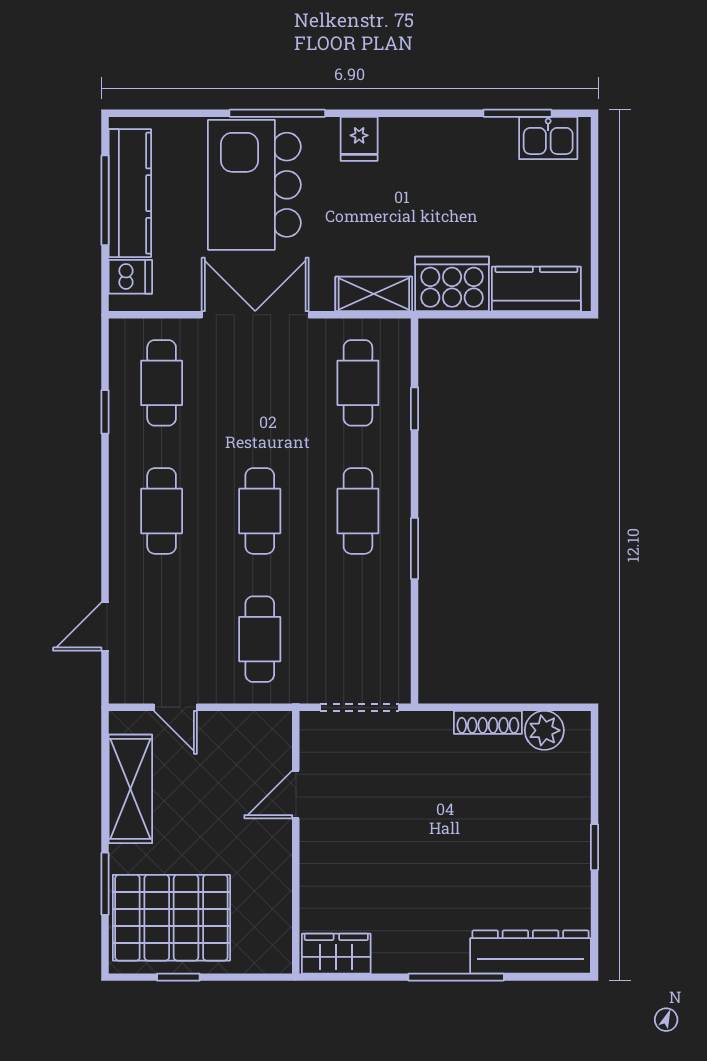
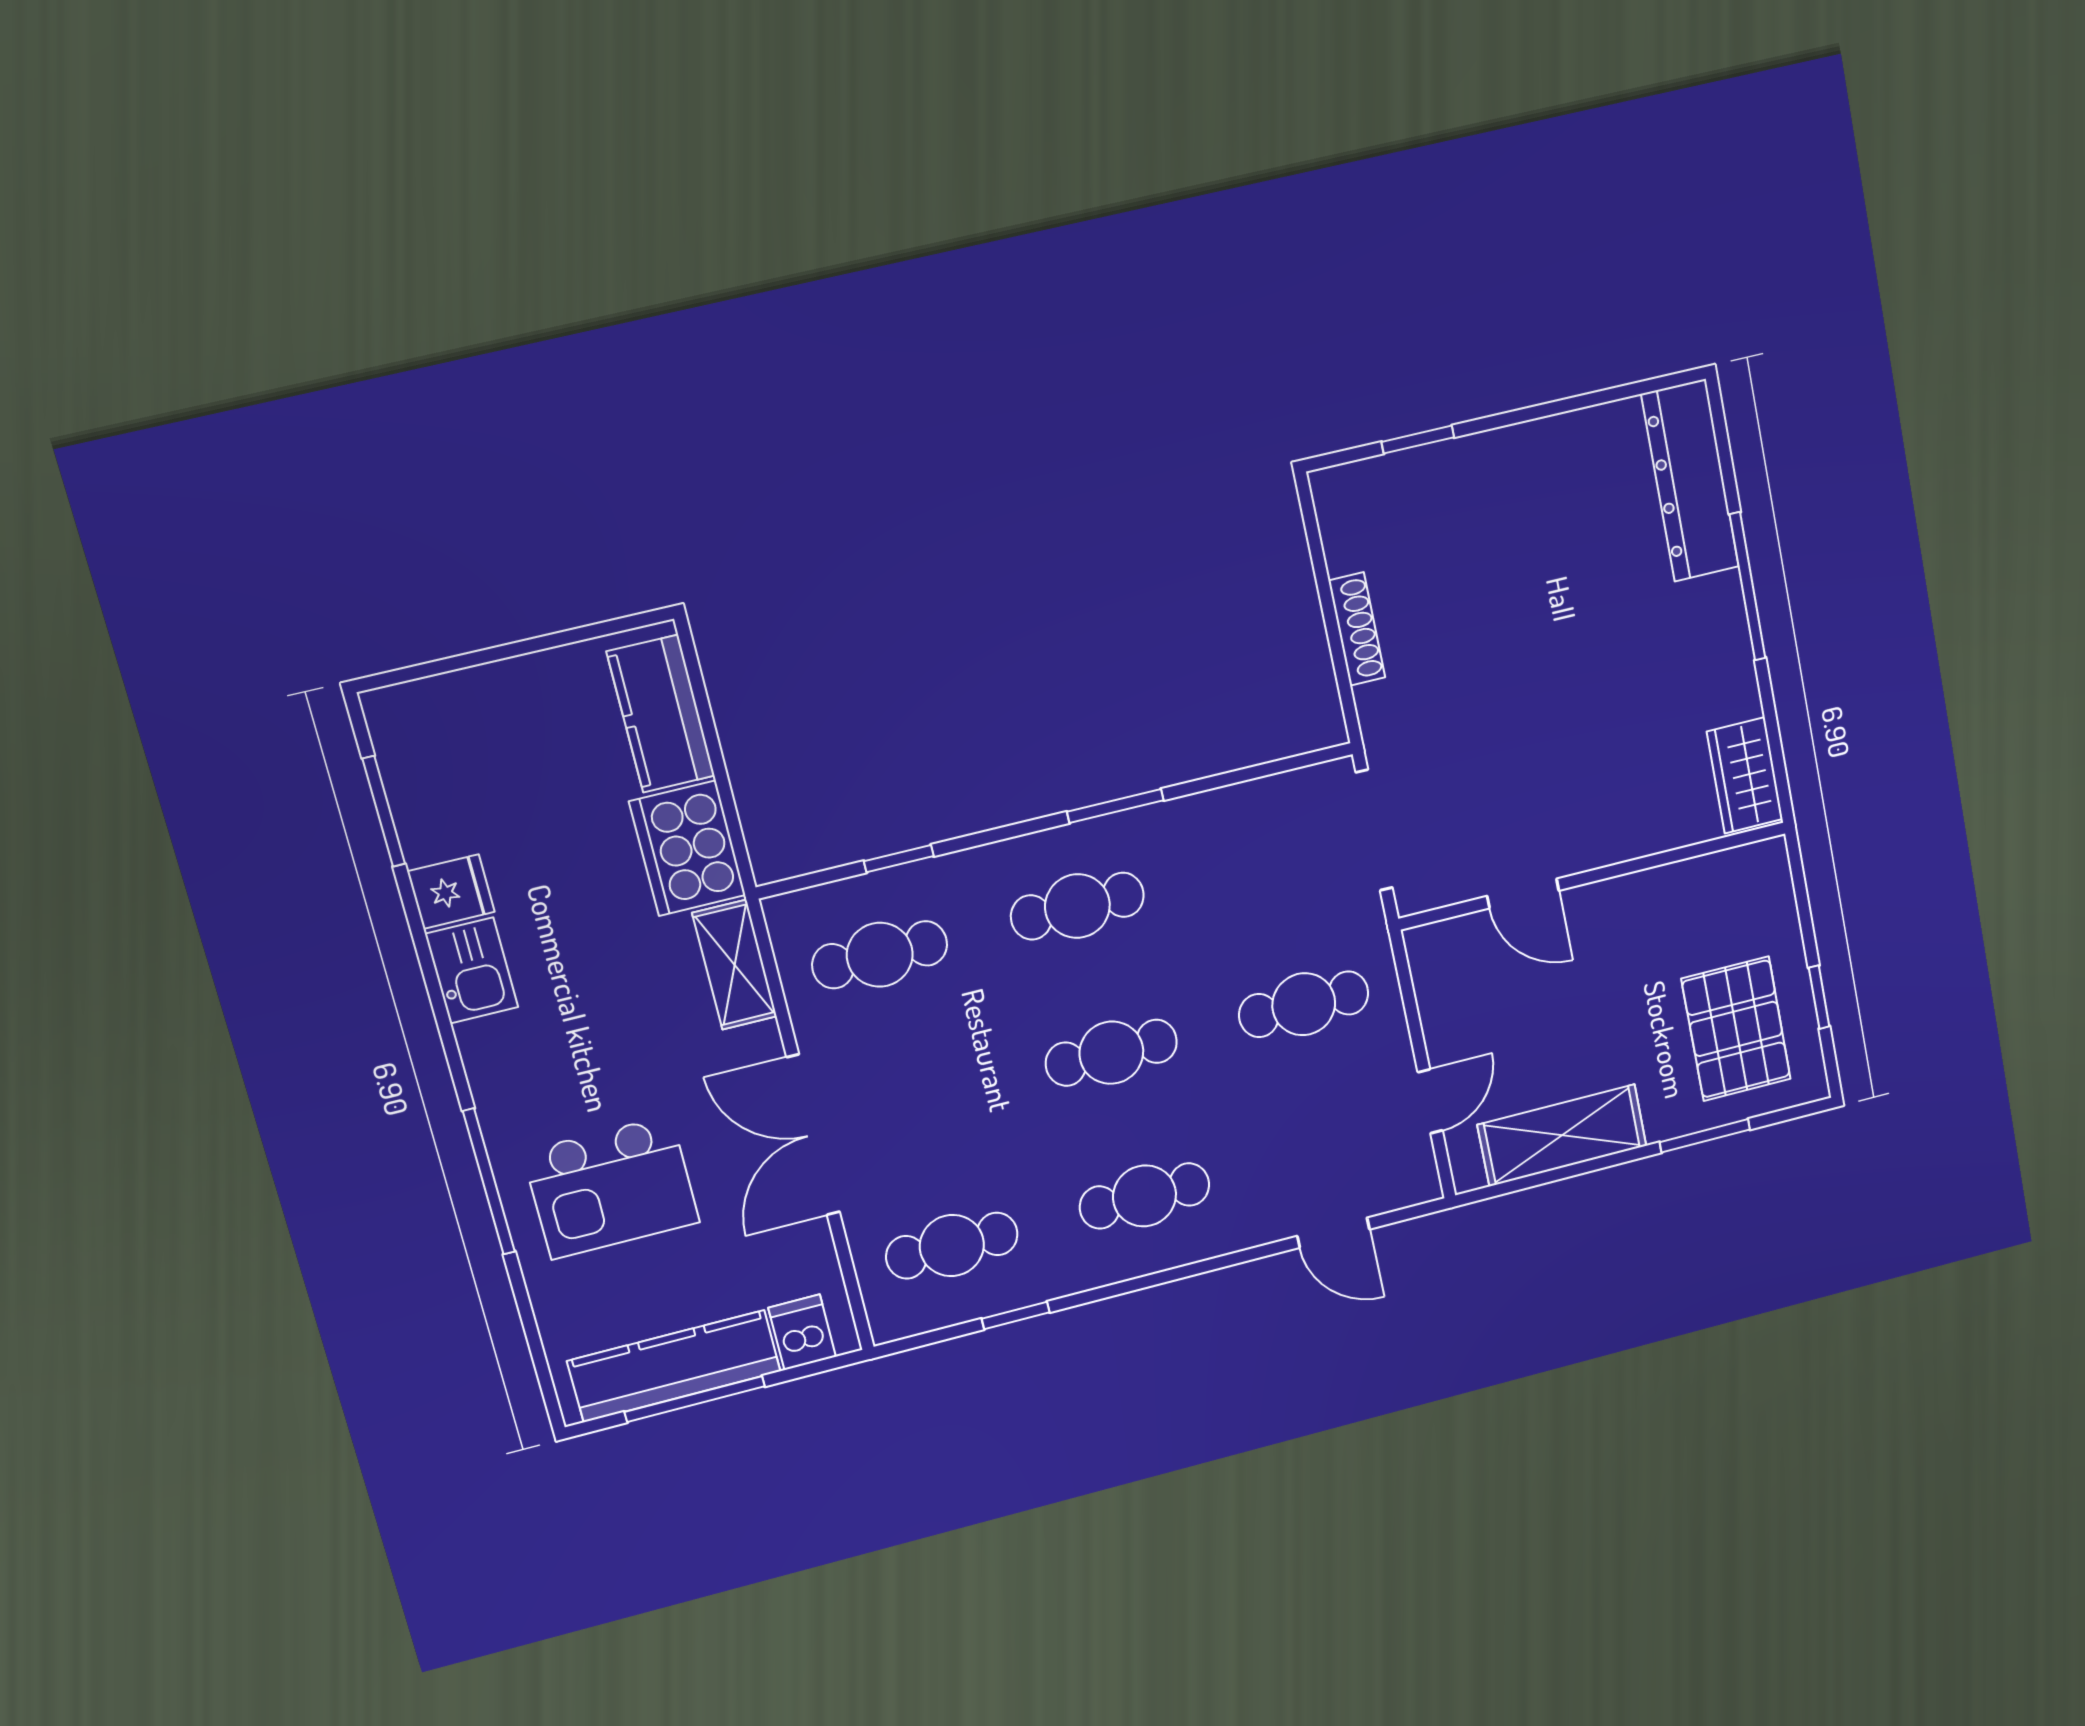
kitchen sink: (548, 138) -> (472, 971), moved
fridge: (359, 139) -> (451, 892), moved
kitchen island: (254, 185) -> (611, 1187), width x0.73, depth x0.78
plant: (544, 730) -> (1351, 538), removed
window: (595, 847) -> (1418, 440), moved
pallet: (171, 918) -> (1736, 1029), width x0.73, depth x0.71

